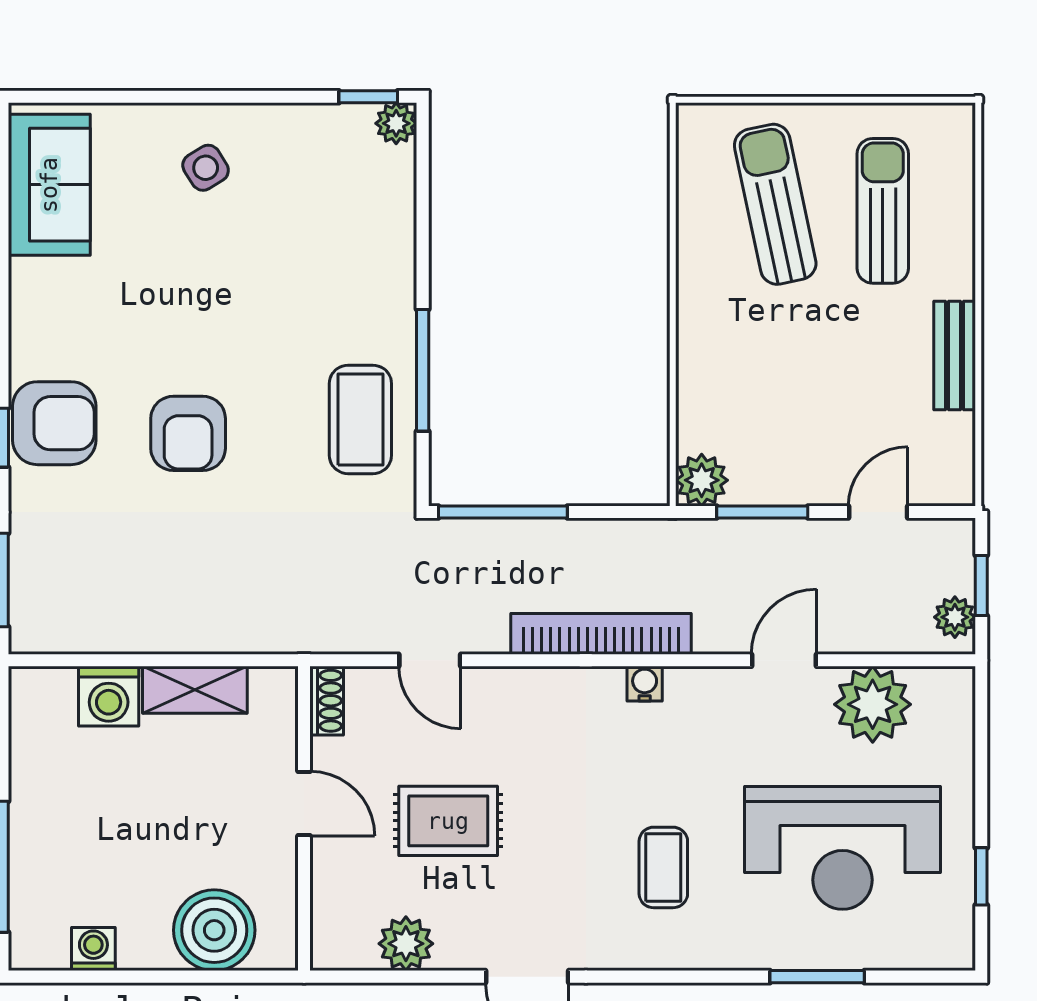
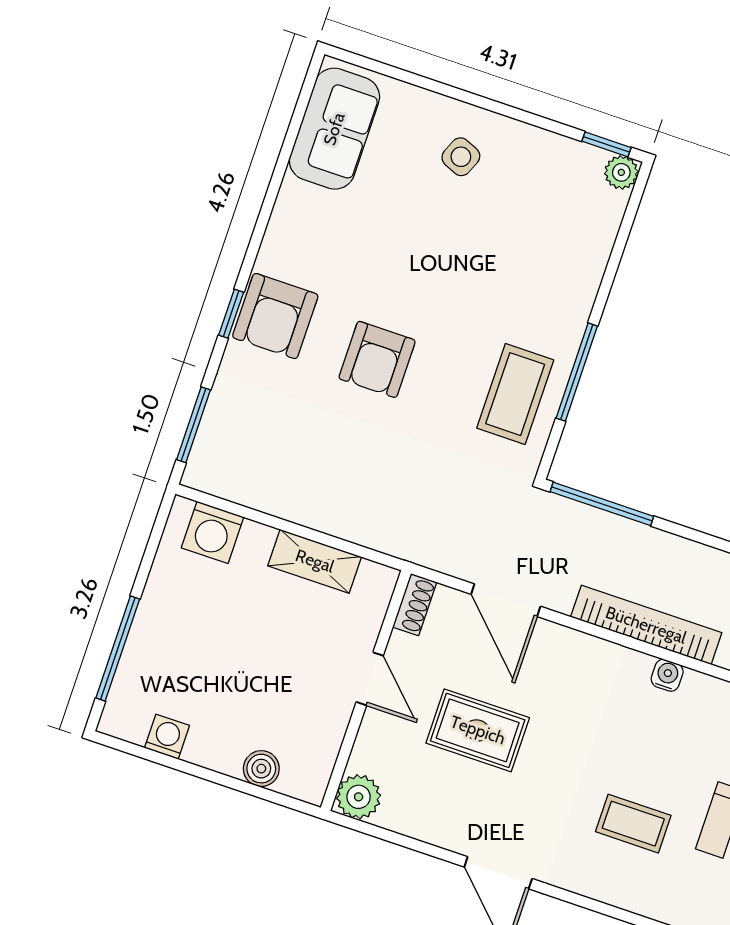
side table: (206, 168) -> (461, 157), turned -35
armchair: (54, 423) -> (275, 316), turned 90
door: (430, 660) -> (506, 600), width x1.38
washing machine: (109, 696) -> (213, 532), moved
coffee table: (663, 867) -> (633, 824), turned 90
boiler: (214, 930) -> (261, 769), width x0.54, depth x0.54
plant: (406, 944) -> (359, 797), moved

